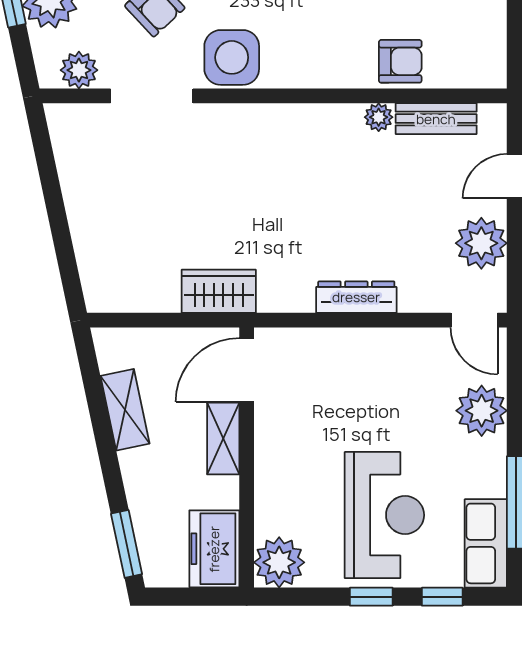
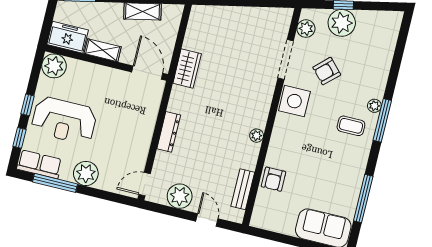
plant: (379, 117) -> (257, 136), moved
plant: (482, 411) -> (86, 173), moved
shelving: (223, 438) -> (103, 50), moved

